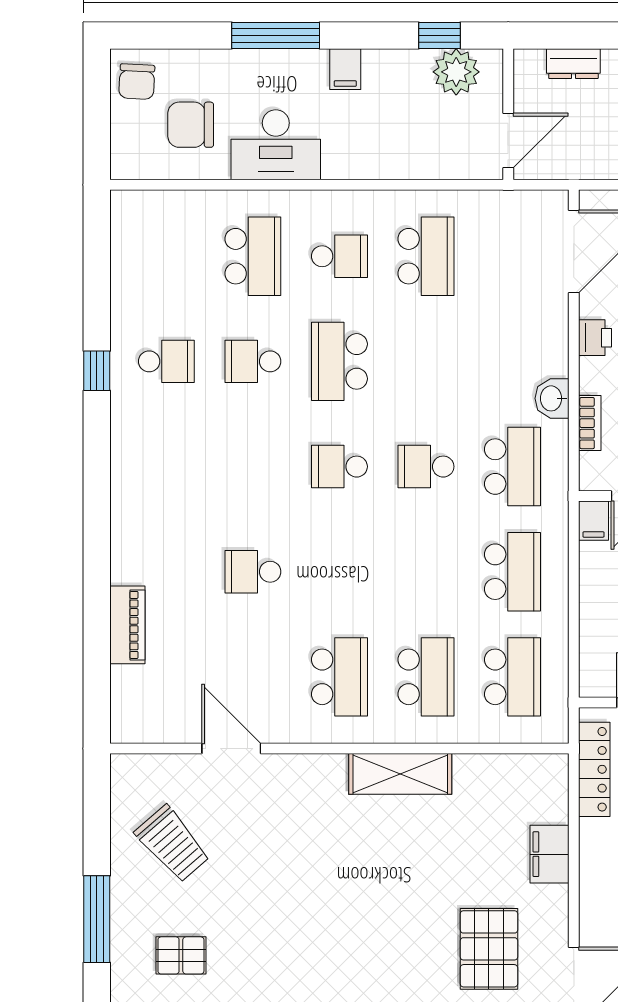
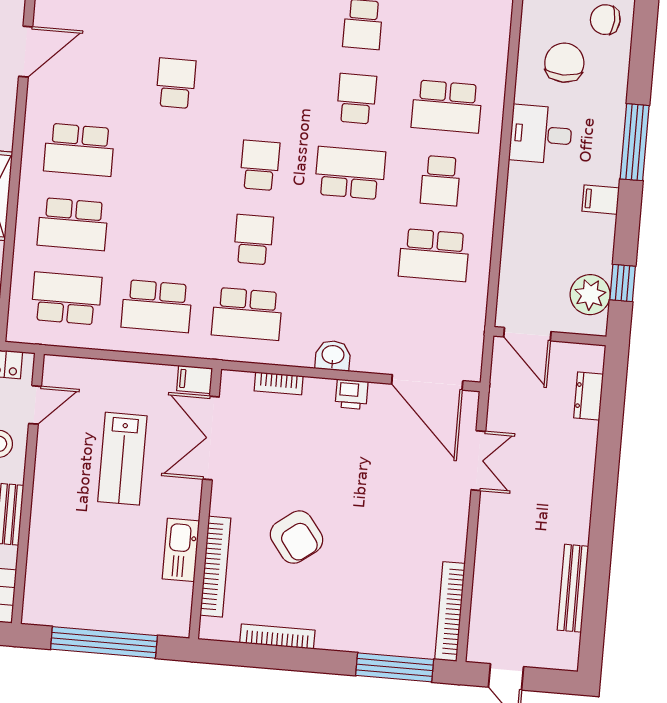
desk: (276, 145) -> (541, 134), width x0.73
washbasin: (552, 398) -> (333, 355), moved
school desk: (512, 677) -> (66, 298), turned 180

